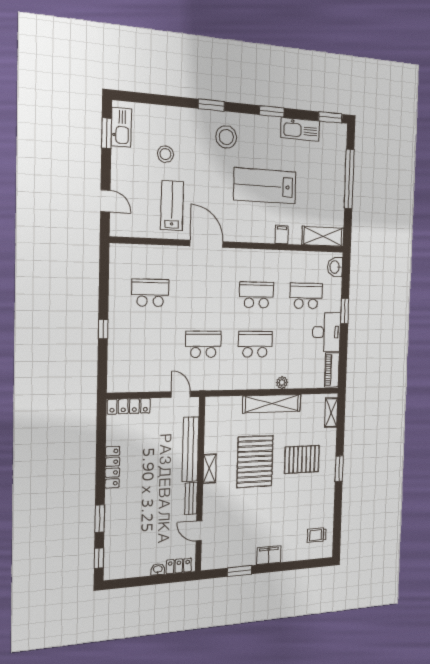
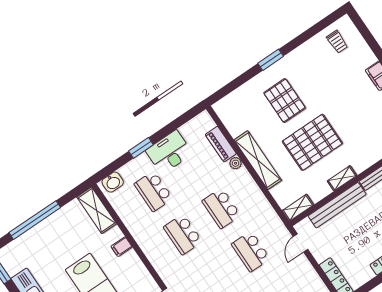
piano: (332, 370) -> (221, 144), moved, turned 90
shelving: (331, 413) -> (298, 208), moved

